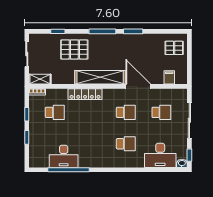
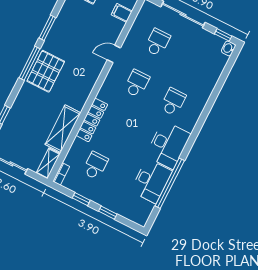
pallet: (74, 49) -> (46, 71), moved
shelving: (100, 77) -> (63, 129), moved, width x0.68
door: (138, 86) -> (114, 54), width x0.53
desk: (160, 155) -> (168, 145), moved

